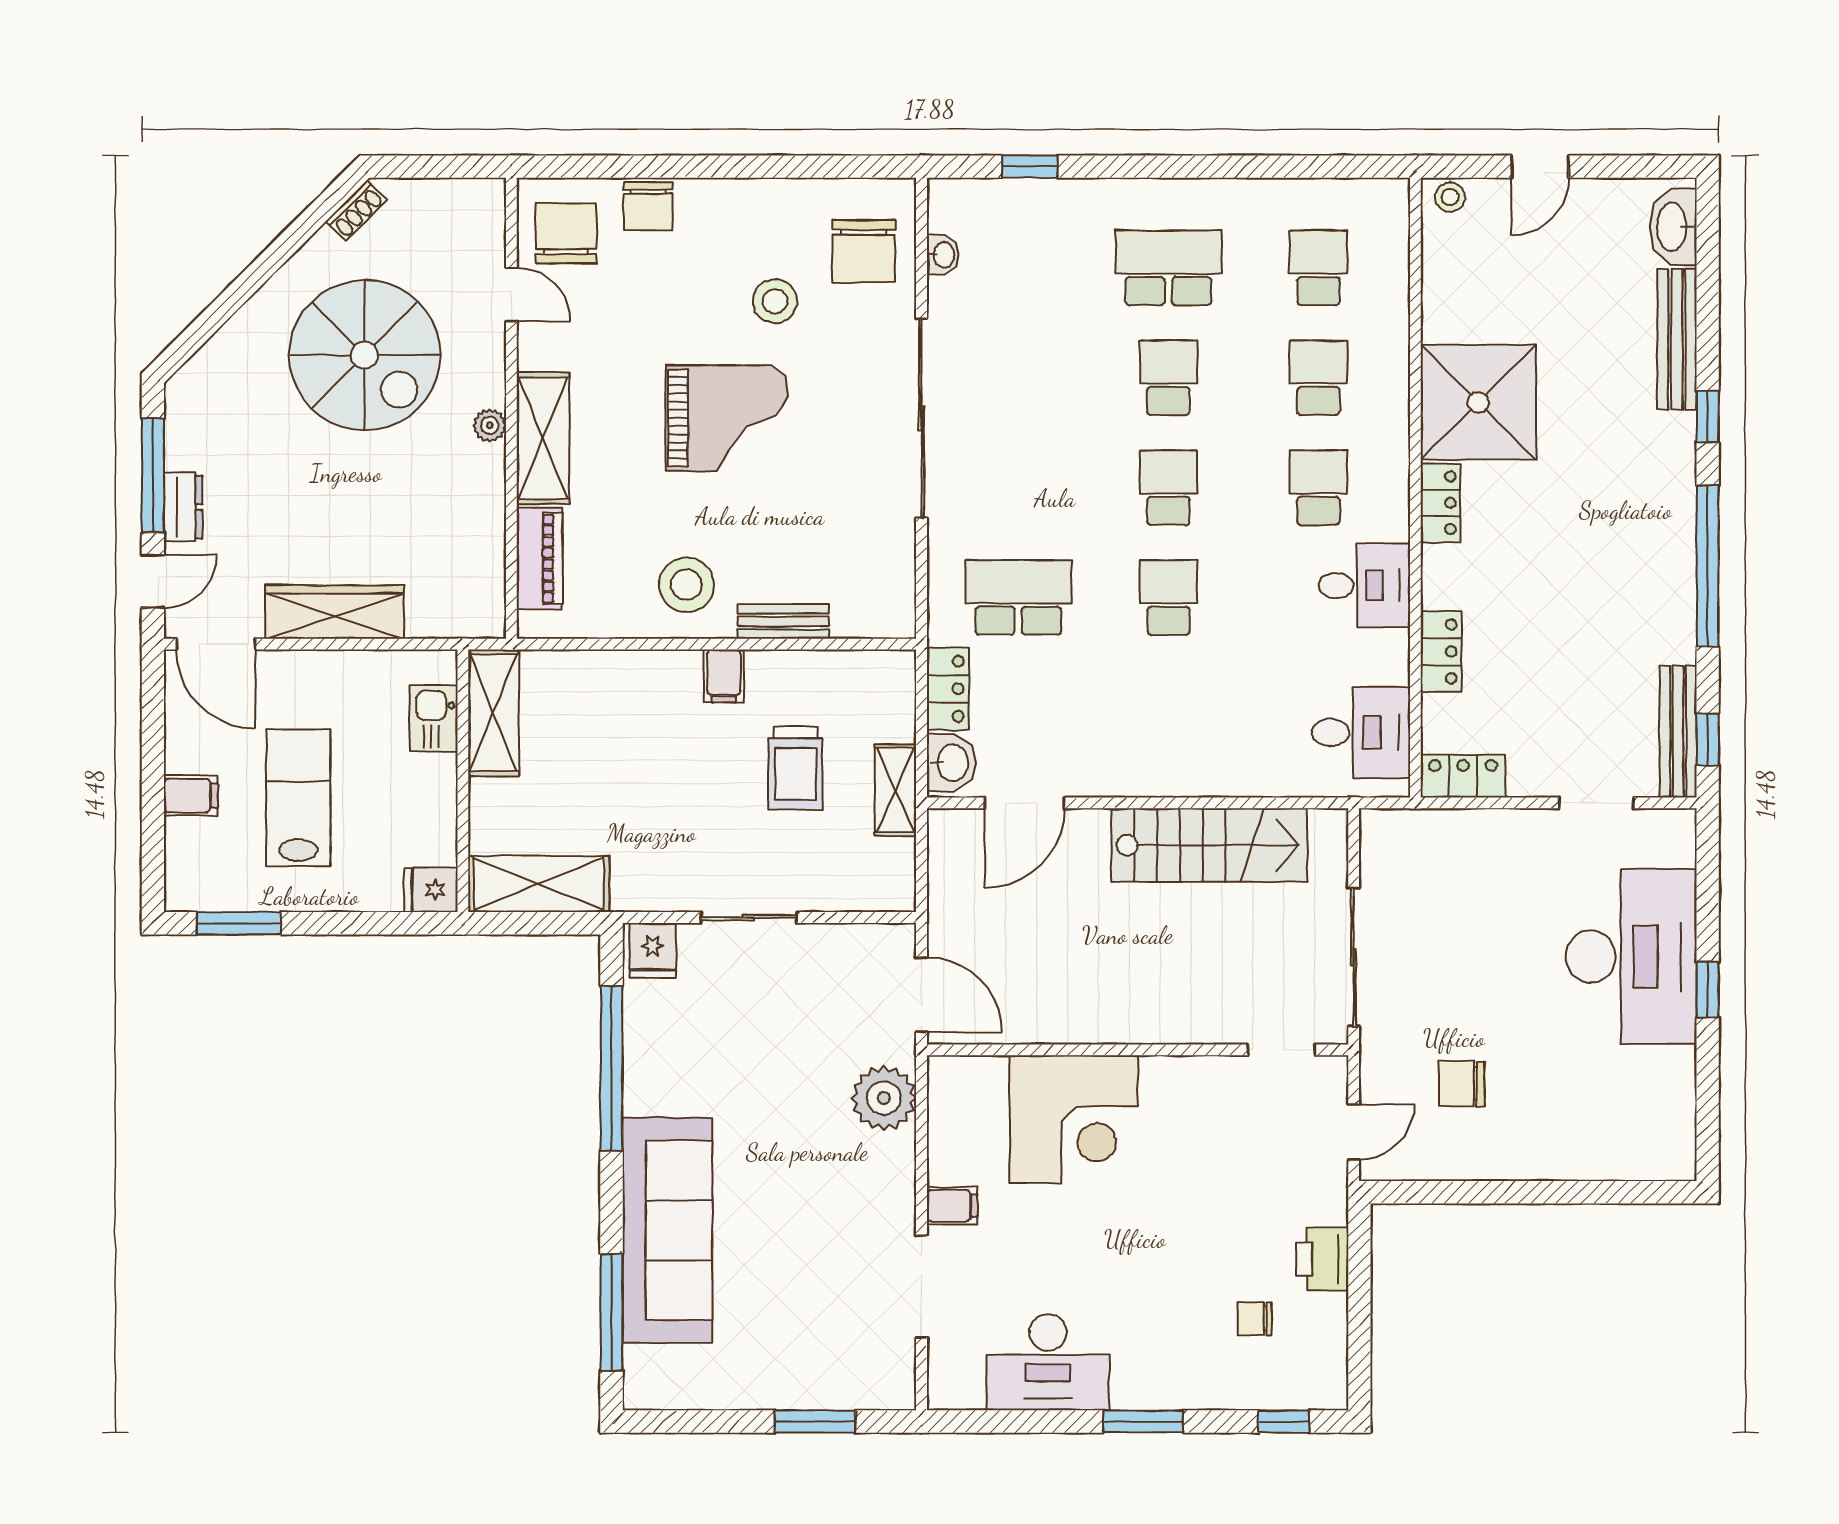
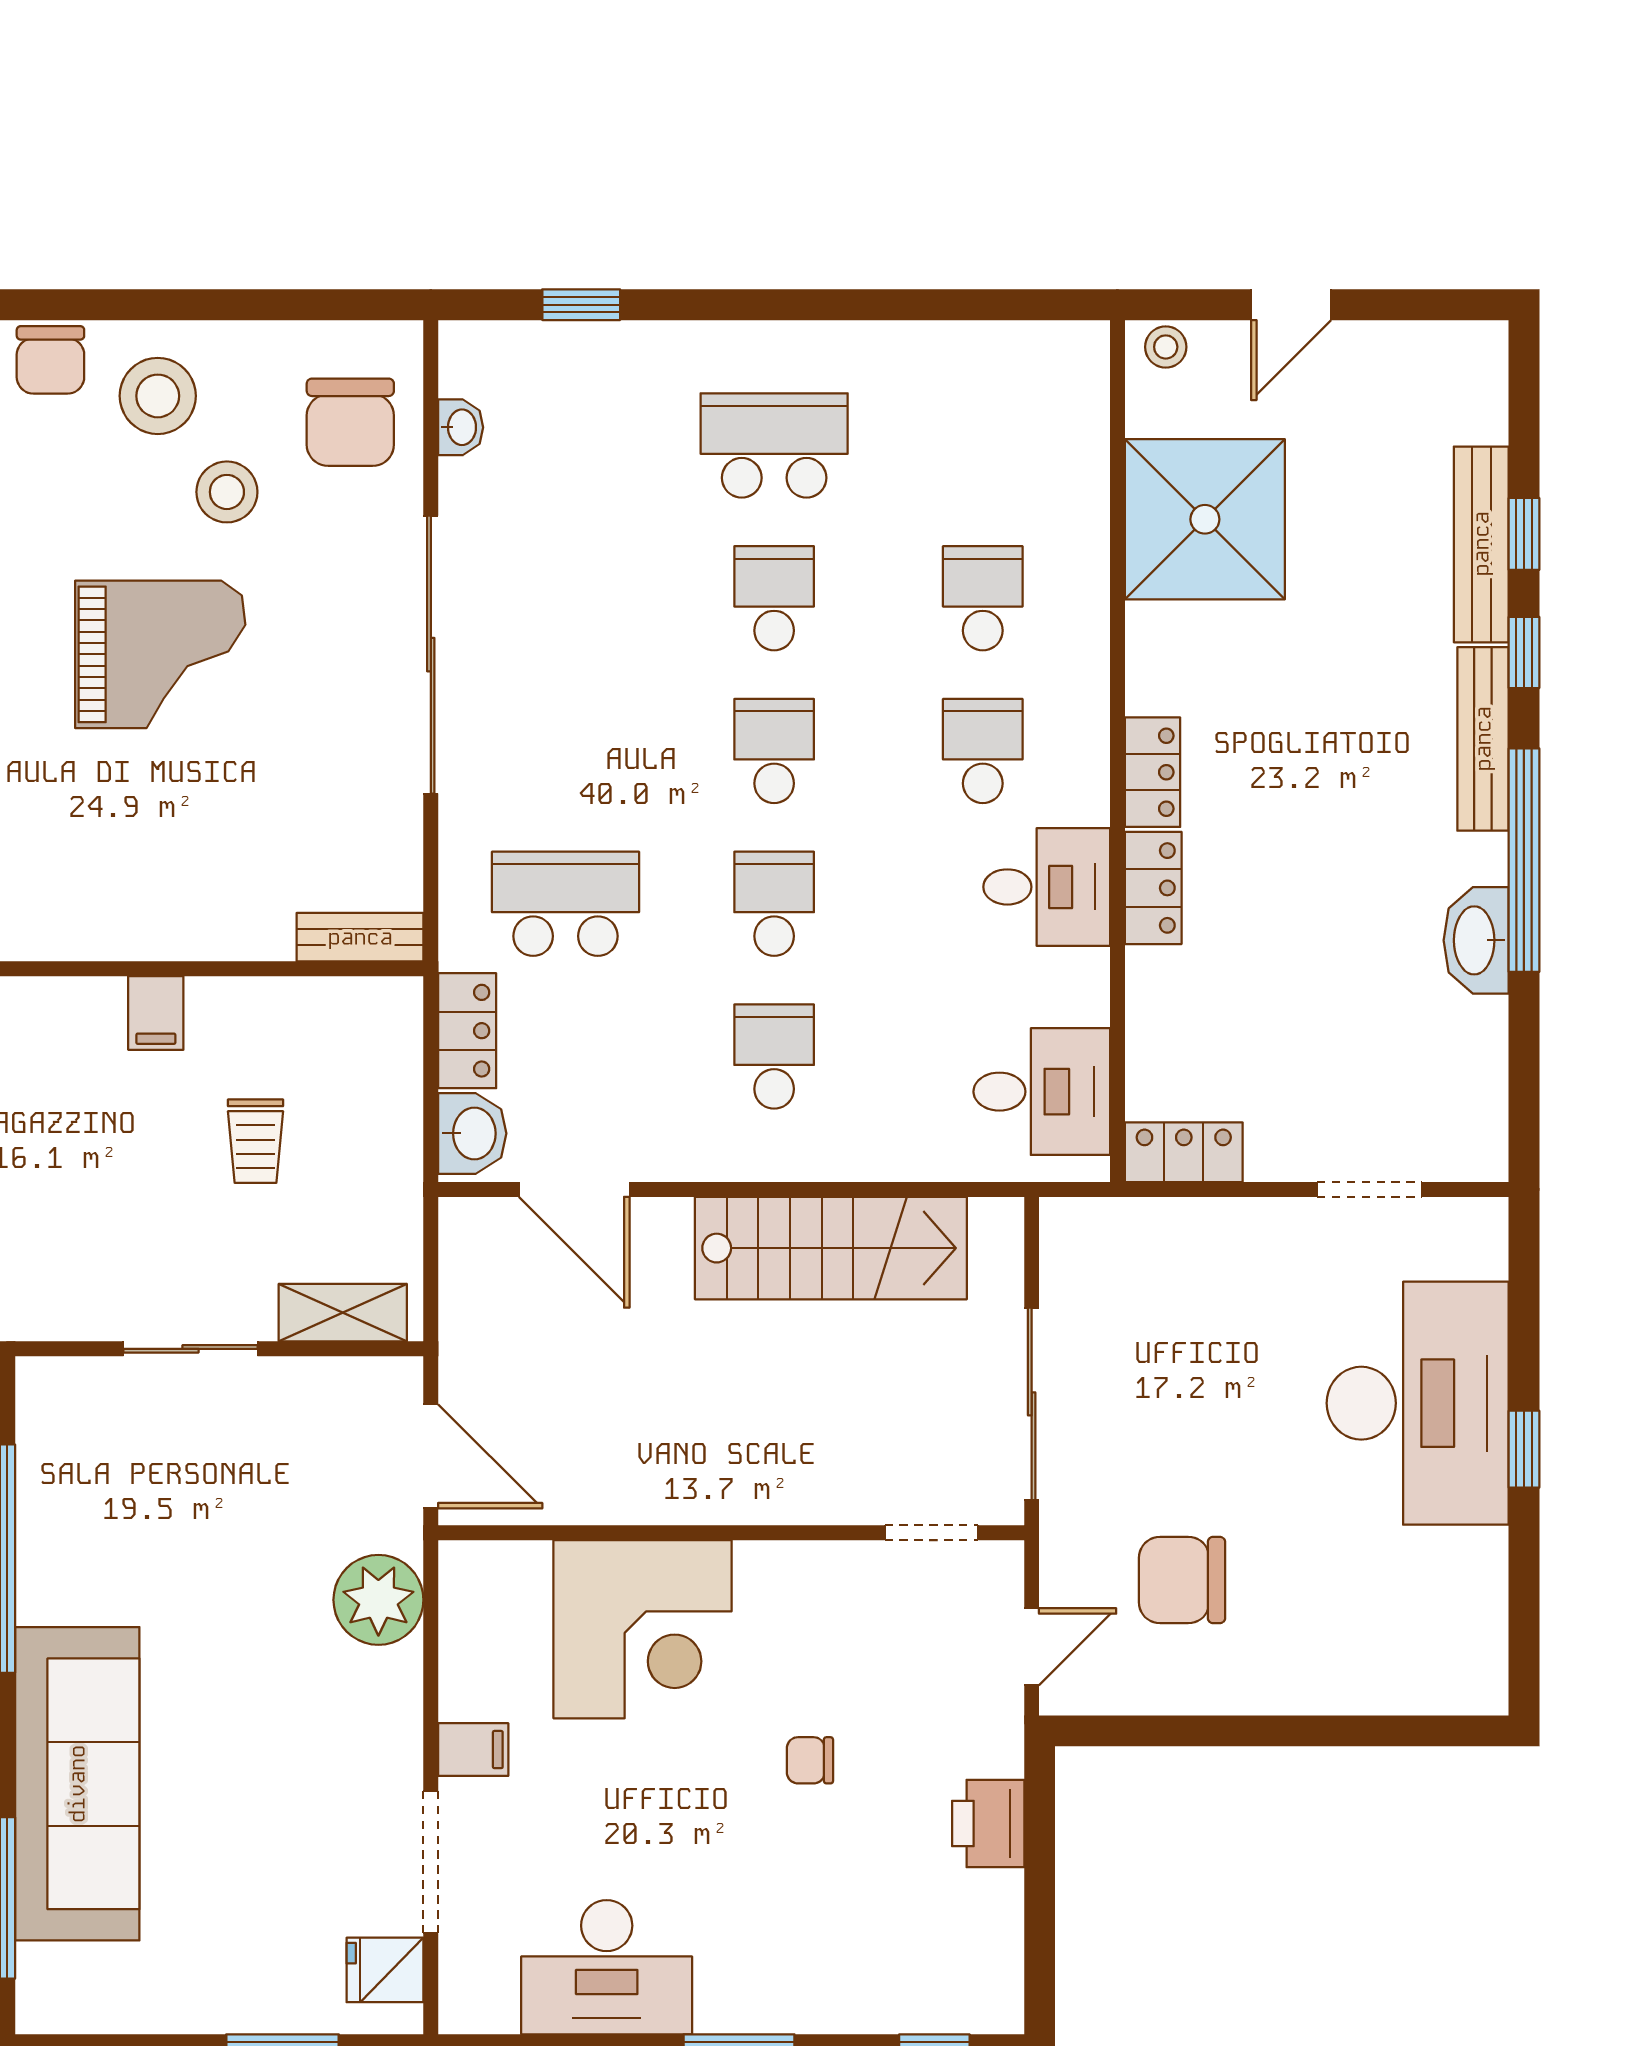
washbasin: (1673, 227) -> (1476, 940), moved
school desk: (1318, 268) -> (774, 1057), moved
shower: (1478, 402) -> (1205, 519), moved
stool: (686, 585) -> (158, 396), moved
bench: (783, 621) -> (360, 937), moved
locker: (1441, 651) -> (1153, 888), moved
bench: (1678, 732) -> (1483, 739), moved
window: (1708, 739) -> (1524, 534), moved
trolley: (795, 768) -> (255, 1141), width x0.73, depth x0.72
shelving: (895, 790) -> (343, 1313), moved, turned 90
door: (1025, 803) -> (574, 1189), hinge flipped
fridge: (653, 950) -> (385, 1970), moved, turned 90
chair: (1462, 1084) -> (1182, 1580), width x1.37, depth x1.37
chair: (1255, 1319) -> (810, 1760), moved

